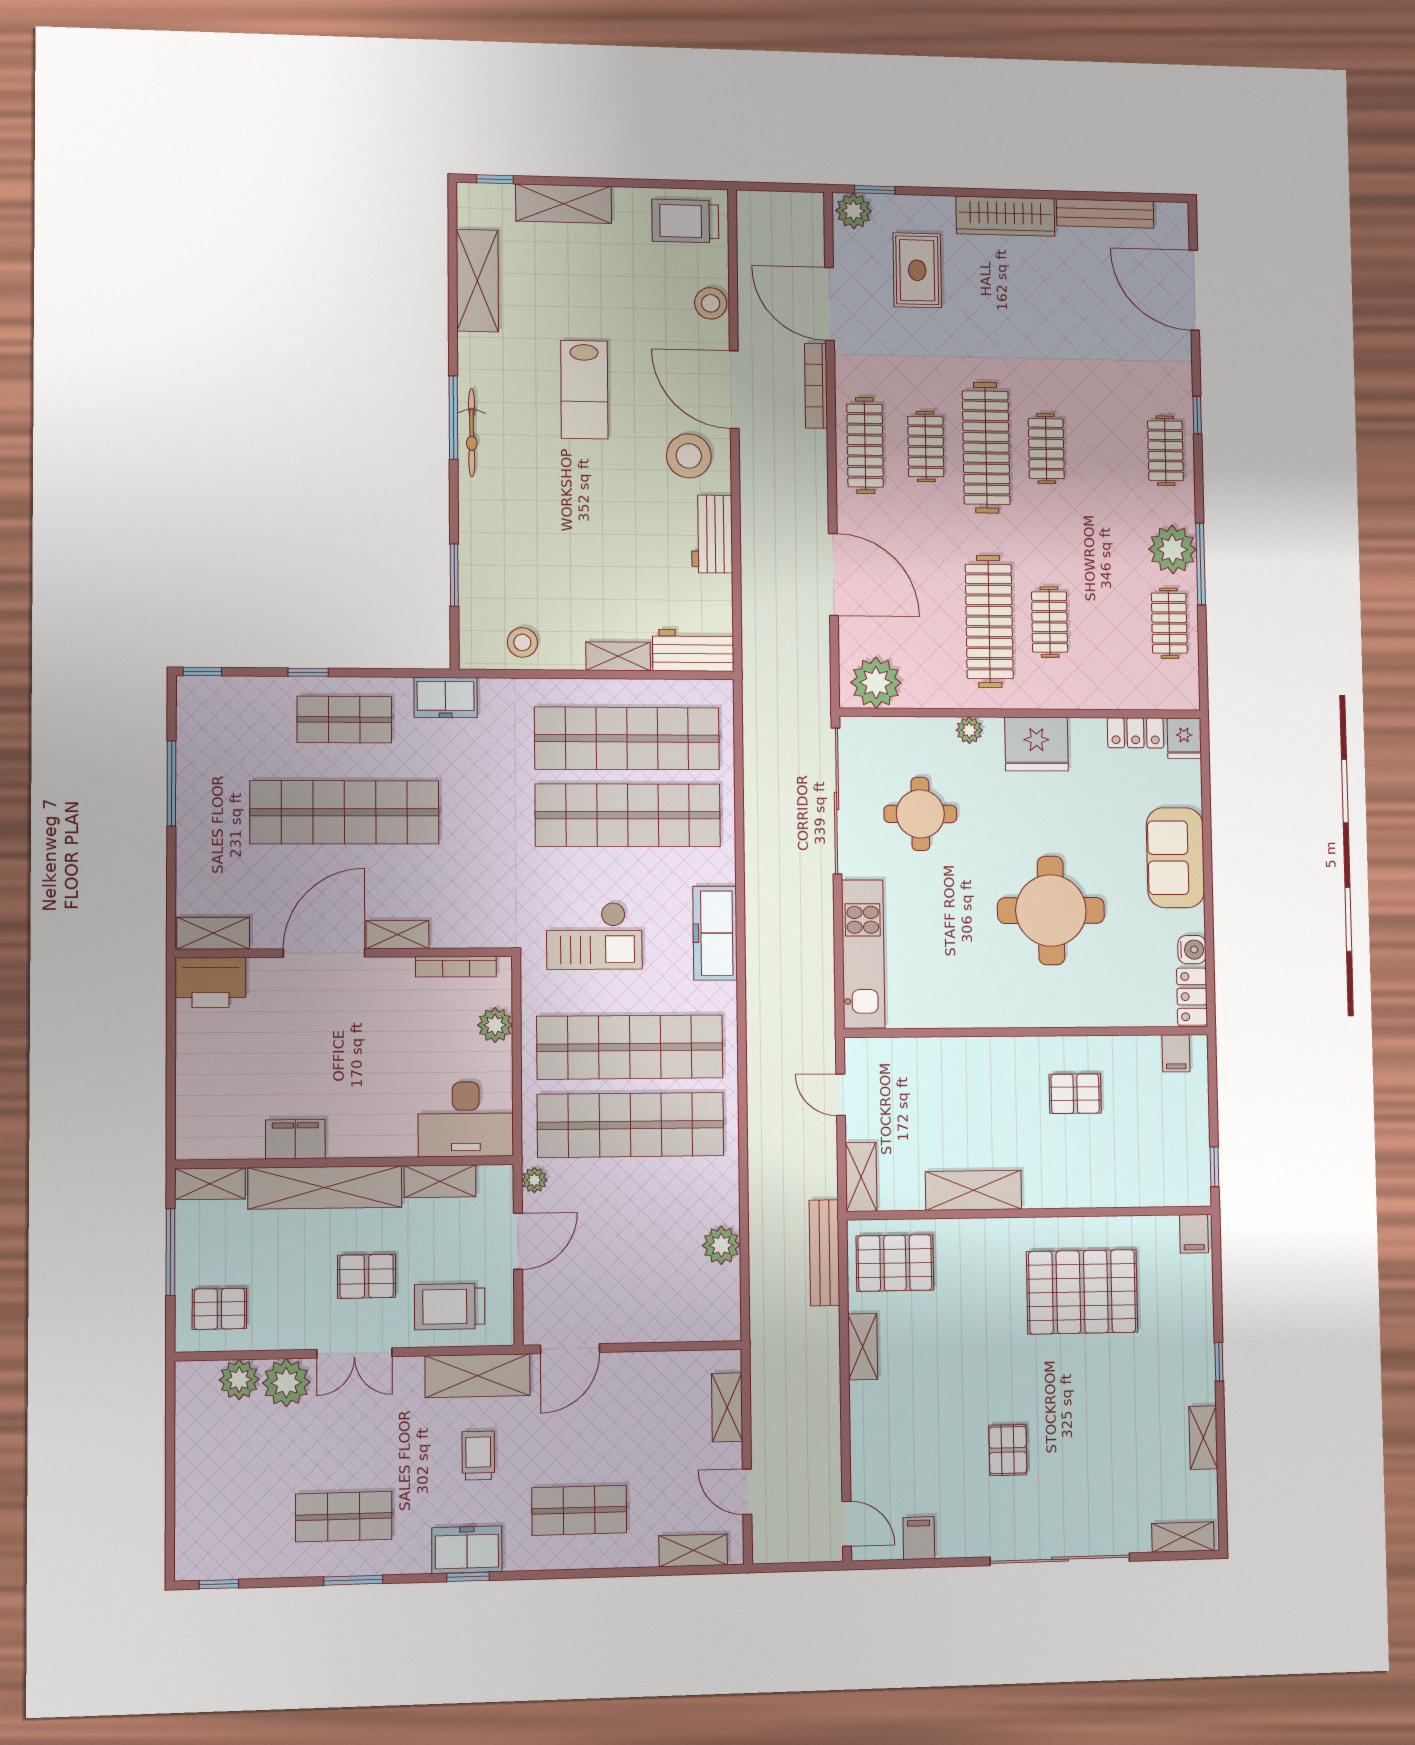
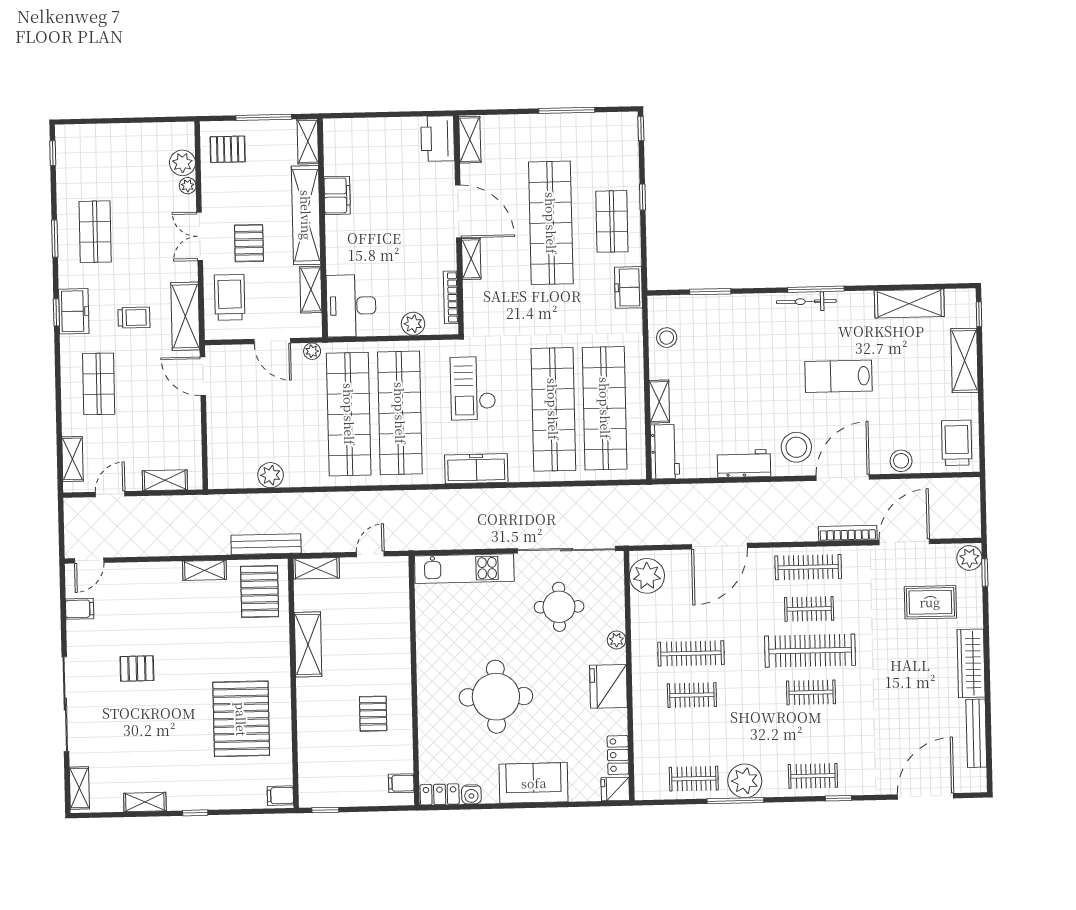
clothes rail: (989, 621) -> (691, 653), width x0.73, depth x0.76
pallet: (219, 1309) -> (228, 149), turned 90
plant: (286, 1383) -> (188, 186), width x0.53, depth x0.53

